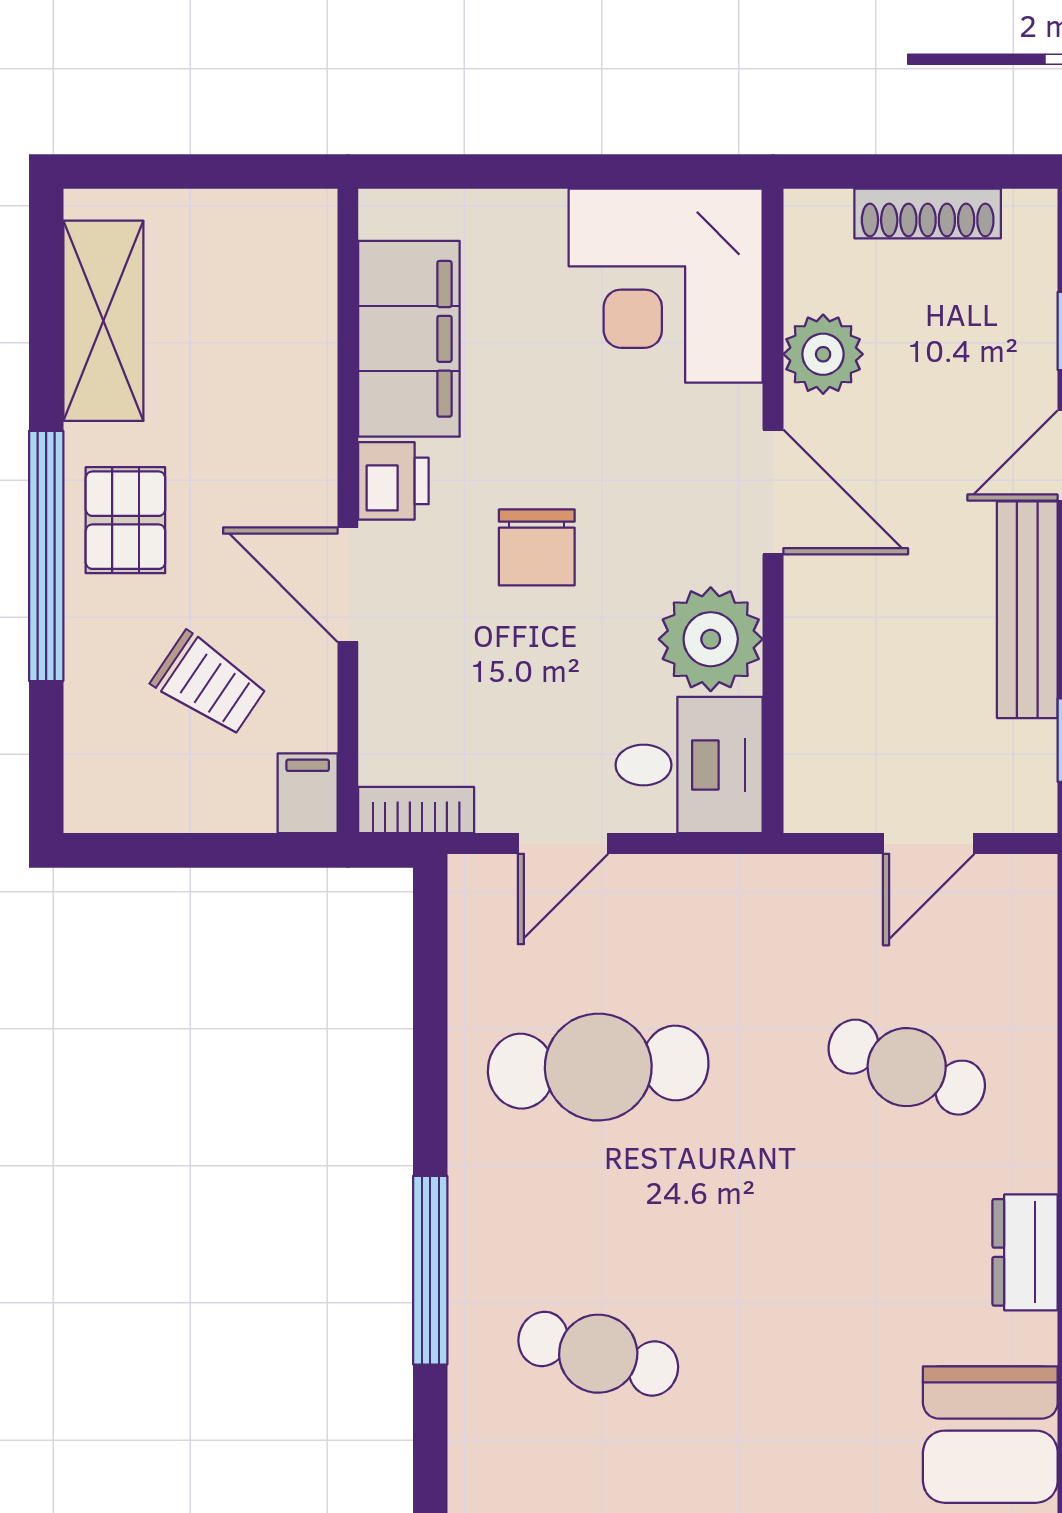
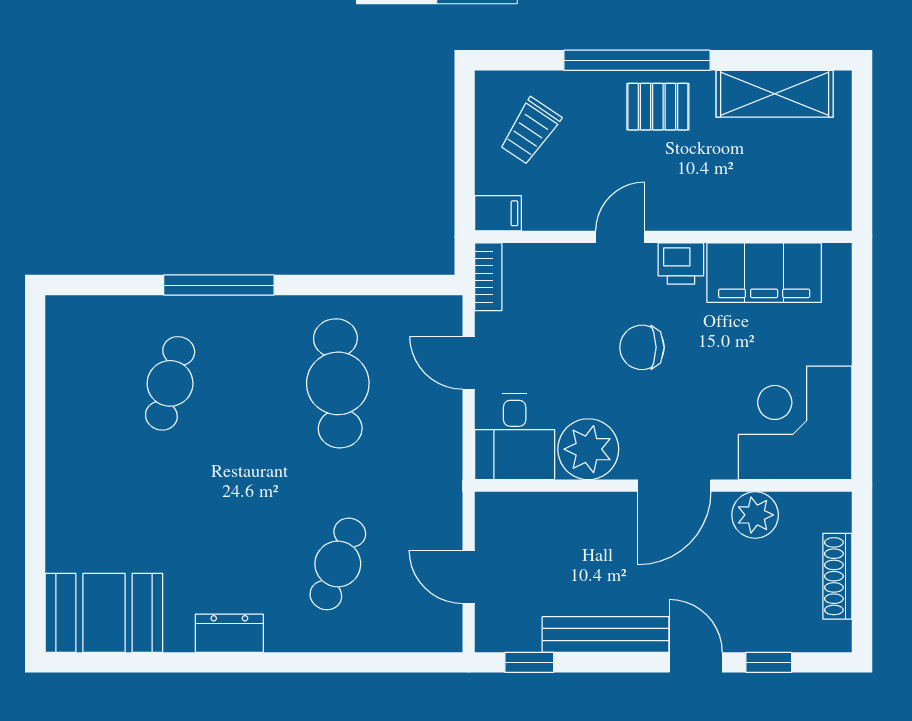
door: (348, 585) -> (620, 237), width x0.73
trolley: (209, 684) -> (530, 131), moved

